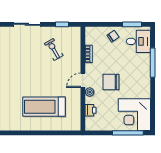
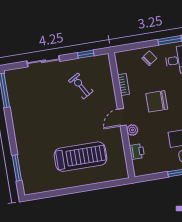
chair: (111, 82) -> (157, 101), moved
treadmill: (44, 107) -> (80, 157), turned 180

